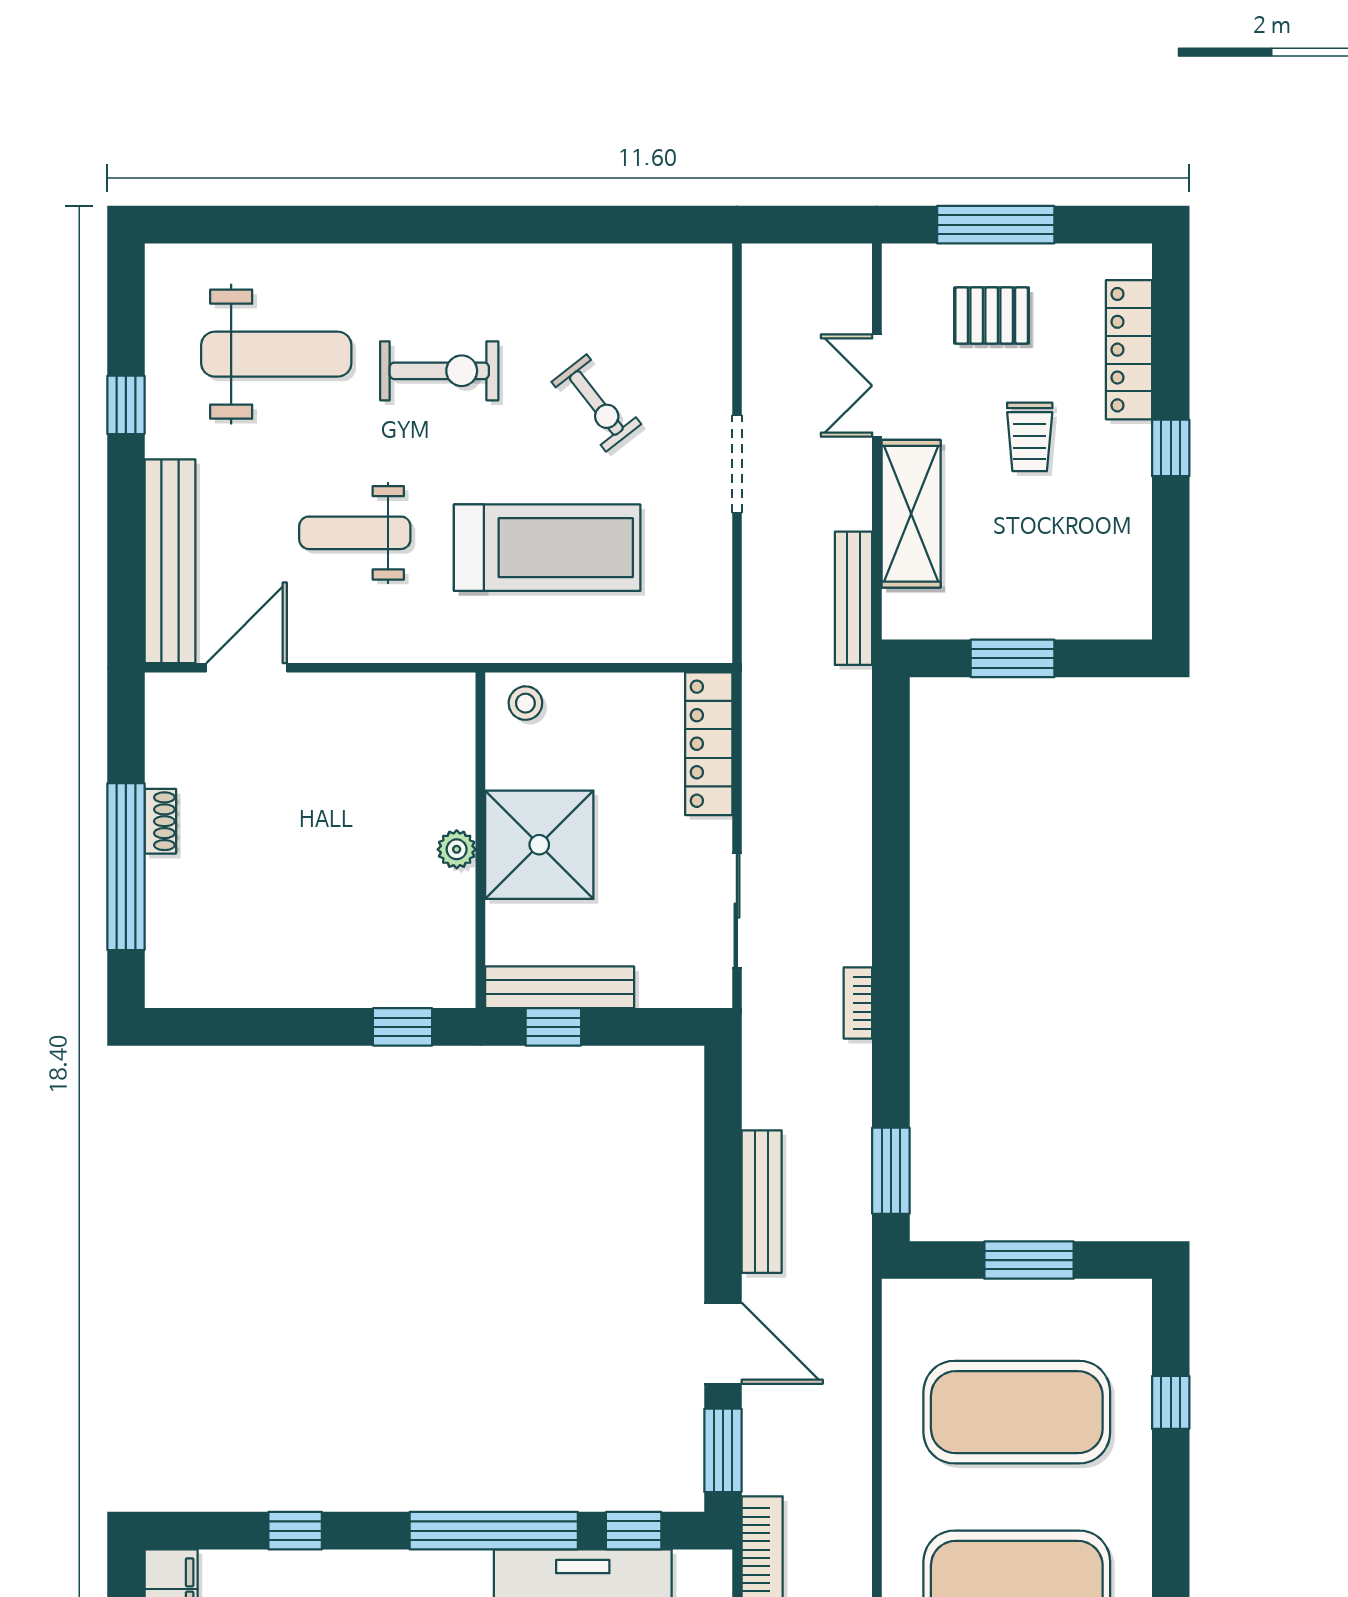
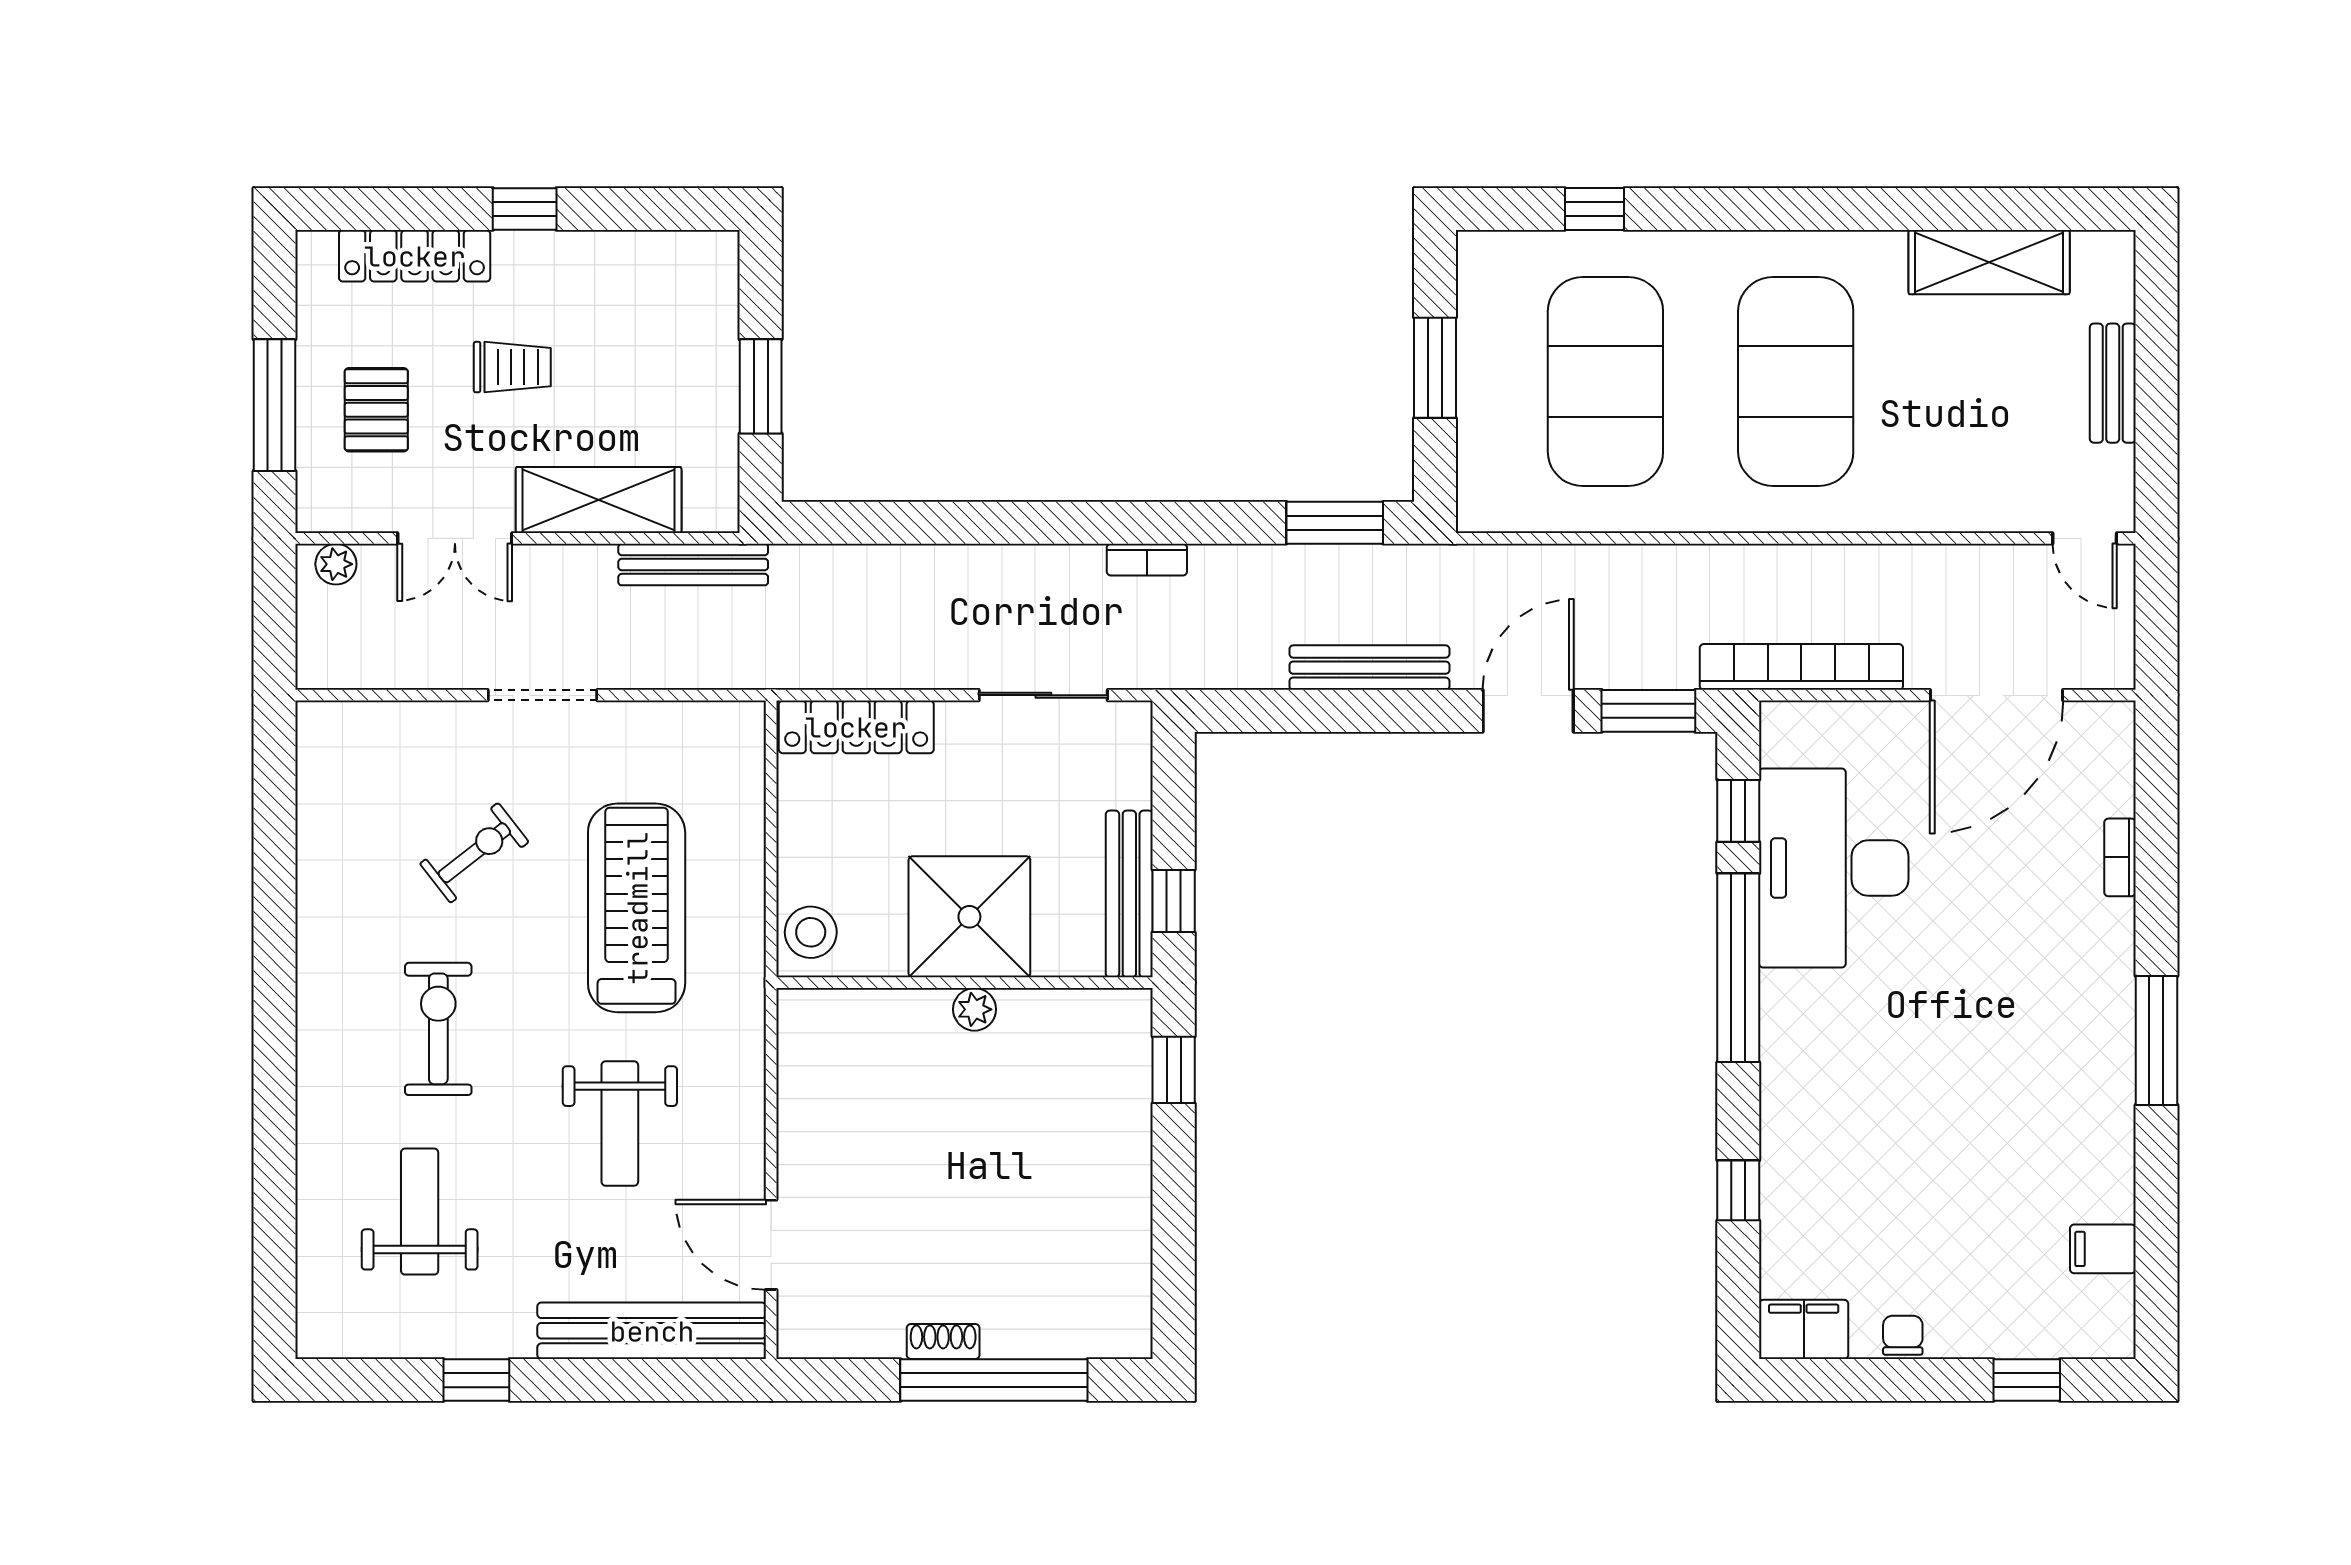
plant: (854, 280) -> (336, 564), added
weight bench: (276, 354) -> (420, 1212), width x0.73, depth x0.75
stool: (525, 703) -> (811, 932), width x1.37, depth x1.37

